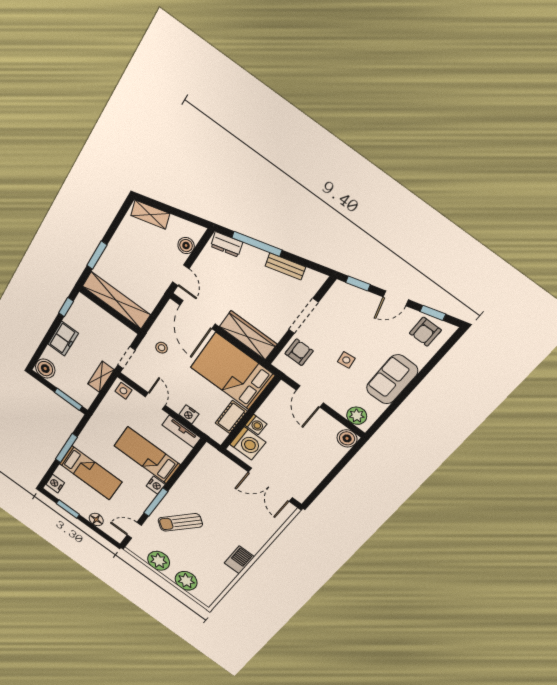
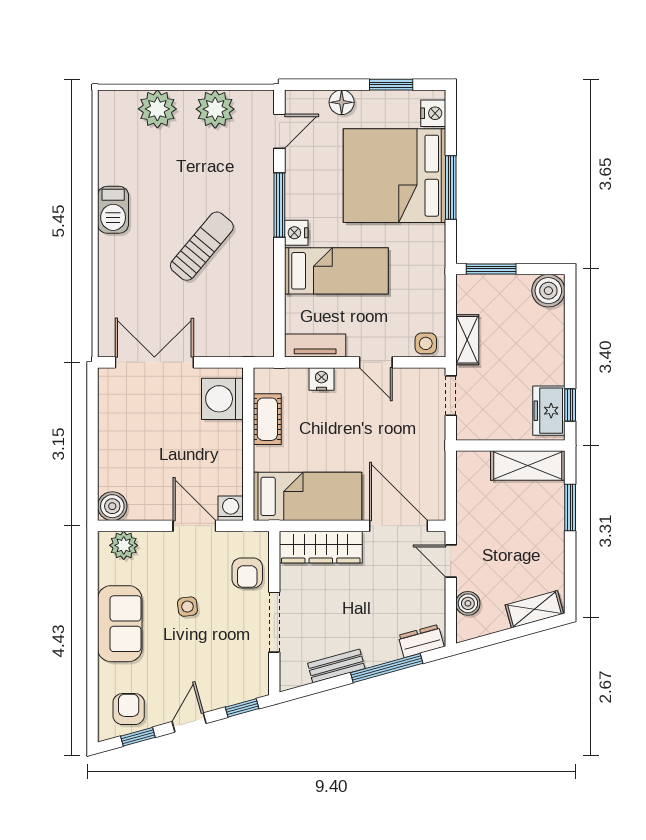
shelving: (116, 300) -> (528, 466), width x0.68
freezer: (63, 339) -> (549, 411), moved
stool: (162, 348) -> (415, 446), removed
bed: (233, 371) -> (308, 496), width x0.67
washing machine: (256, 425) -> (231, 508), moved, turned 90
bed: (91, 473) -> (394, 176), width x2.04
sun lounger: (180, 522) -> (202, 246), moved

